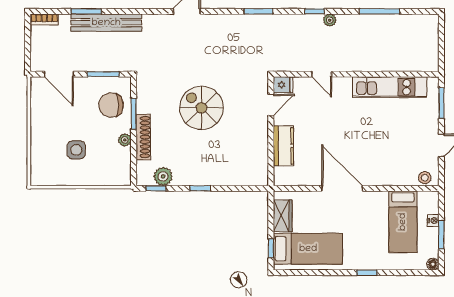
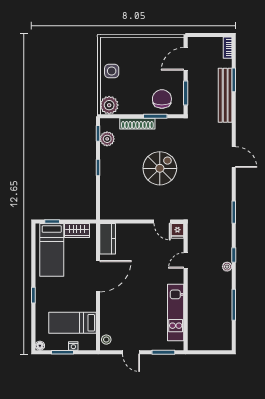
plant: (125, 140) -> (109, 105), moved, width x1.88, depth x1.88
kitchen counter: (283, 146) -> (108, 239), moved, turned -90
side table: (76, 150) -> (112, 71), moved

